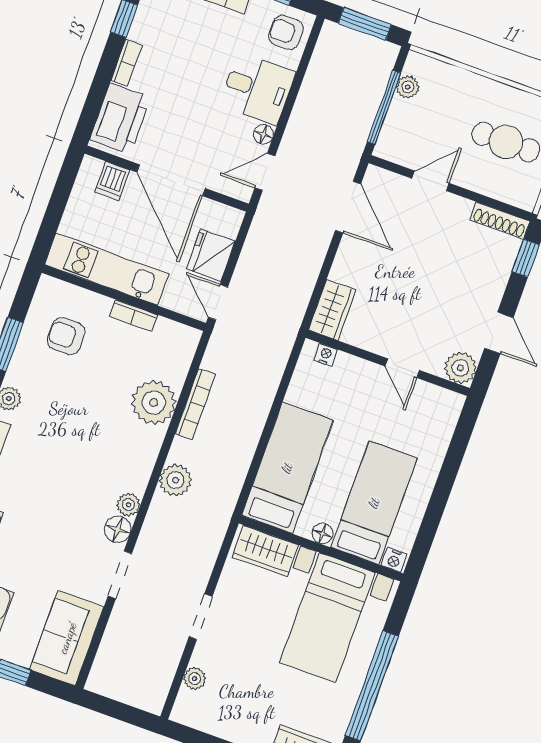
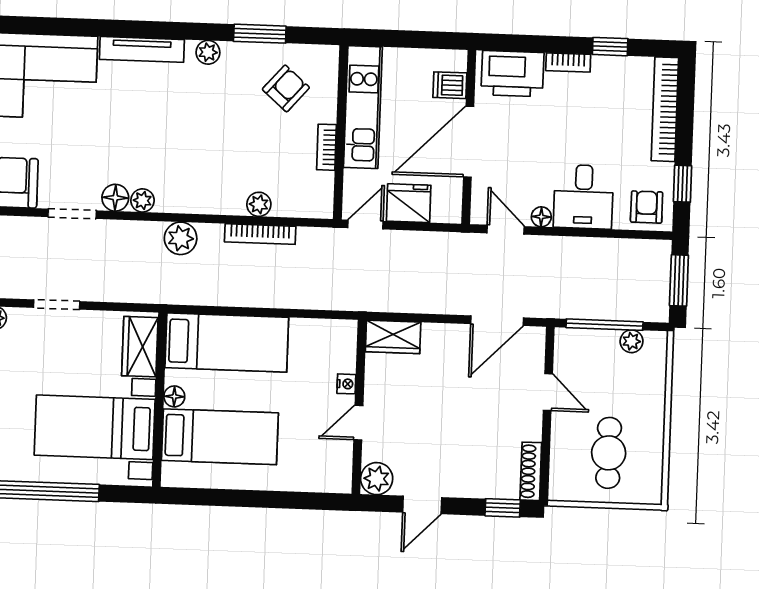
armchair: (66, 336) -> (286, 88), turned 41
nightstand: (326, 355) -> (346, 384), moved
plant: (154, 403) -> (259, 204), width x0.53, depth x0.53
nightstand: (394, 560) -> (171, 474), removed

